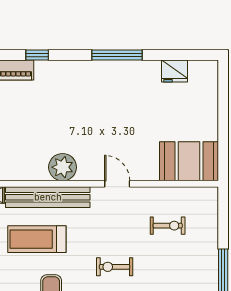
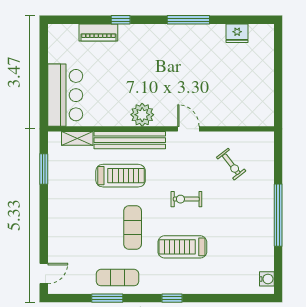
booth: (189, 161) -> (249, 110), removed
exercise bike: (168, 226) -> (231, 164), turned 52
treadmill: (37, 239) -> (121, 176), turned 180

